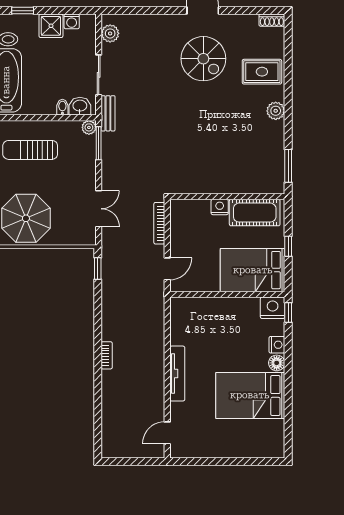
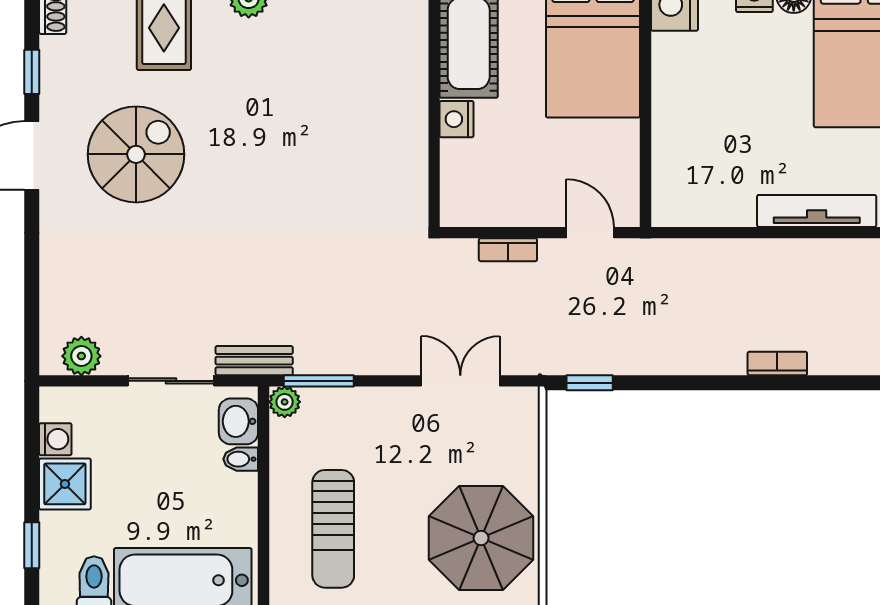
window: (241, 11) -> (32, 72), added
bookcase: (159, 223) -> (508, 250), width x0.64

